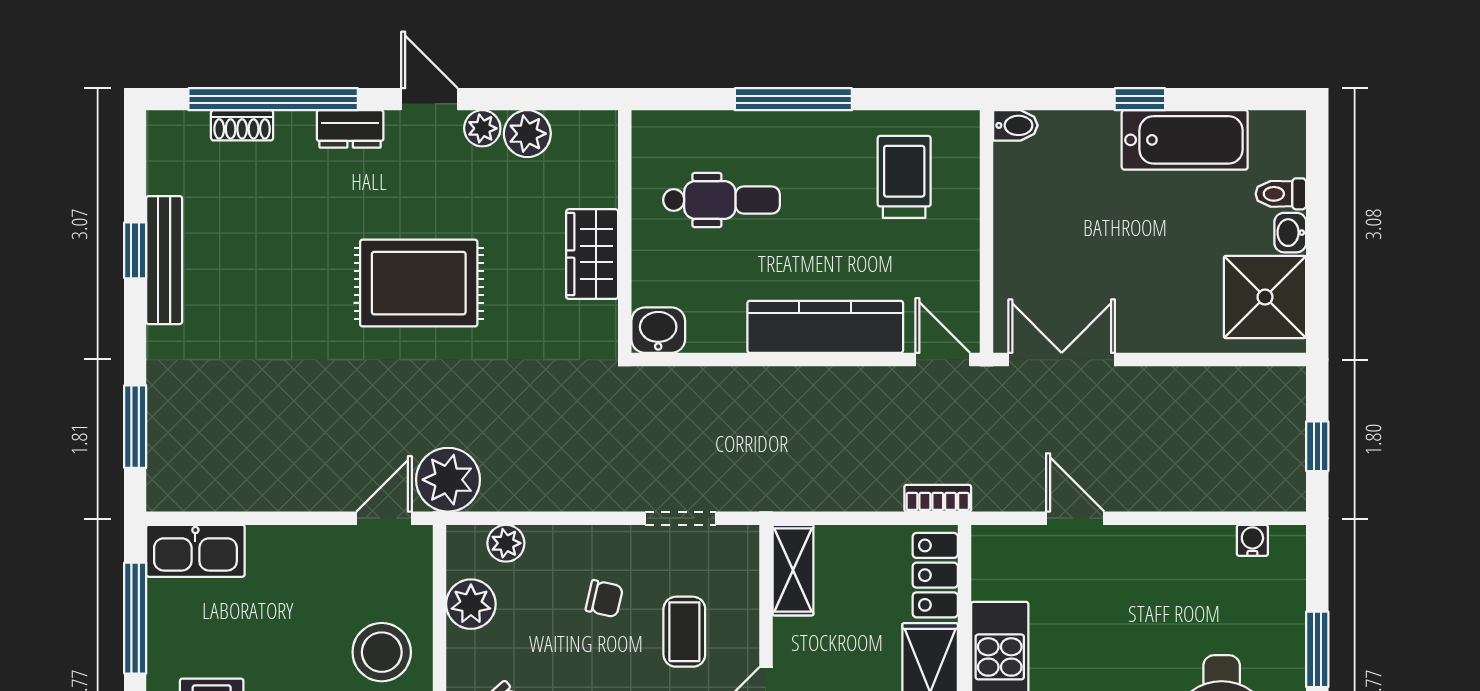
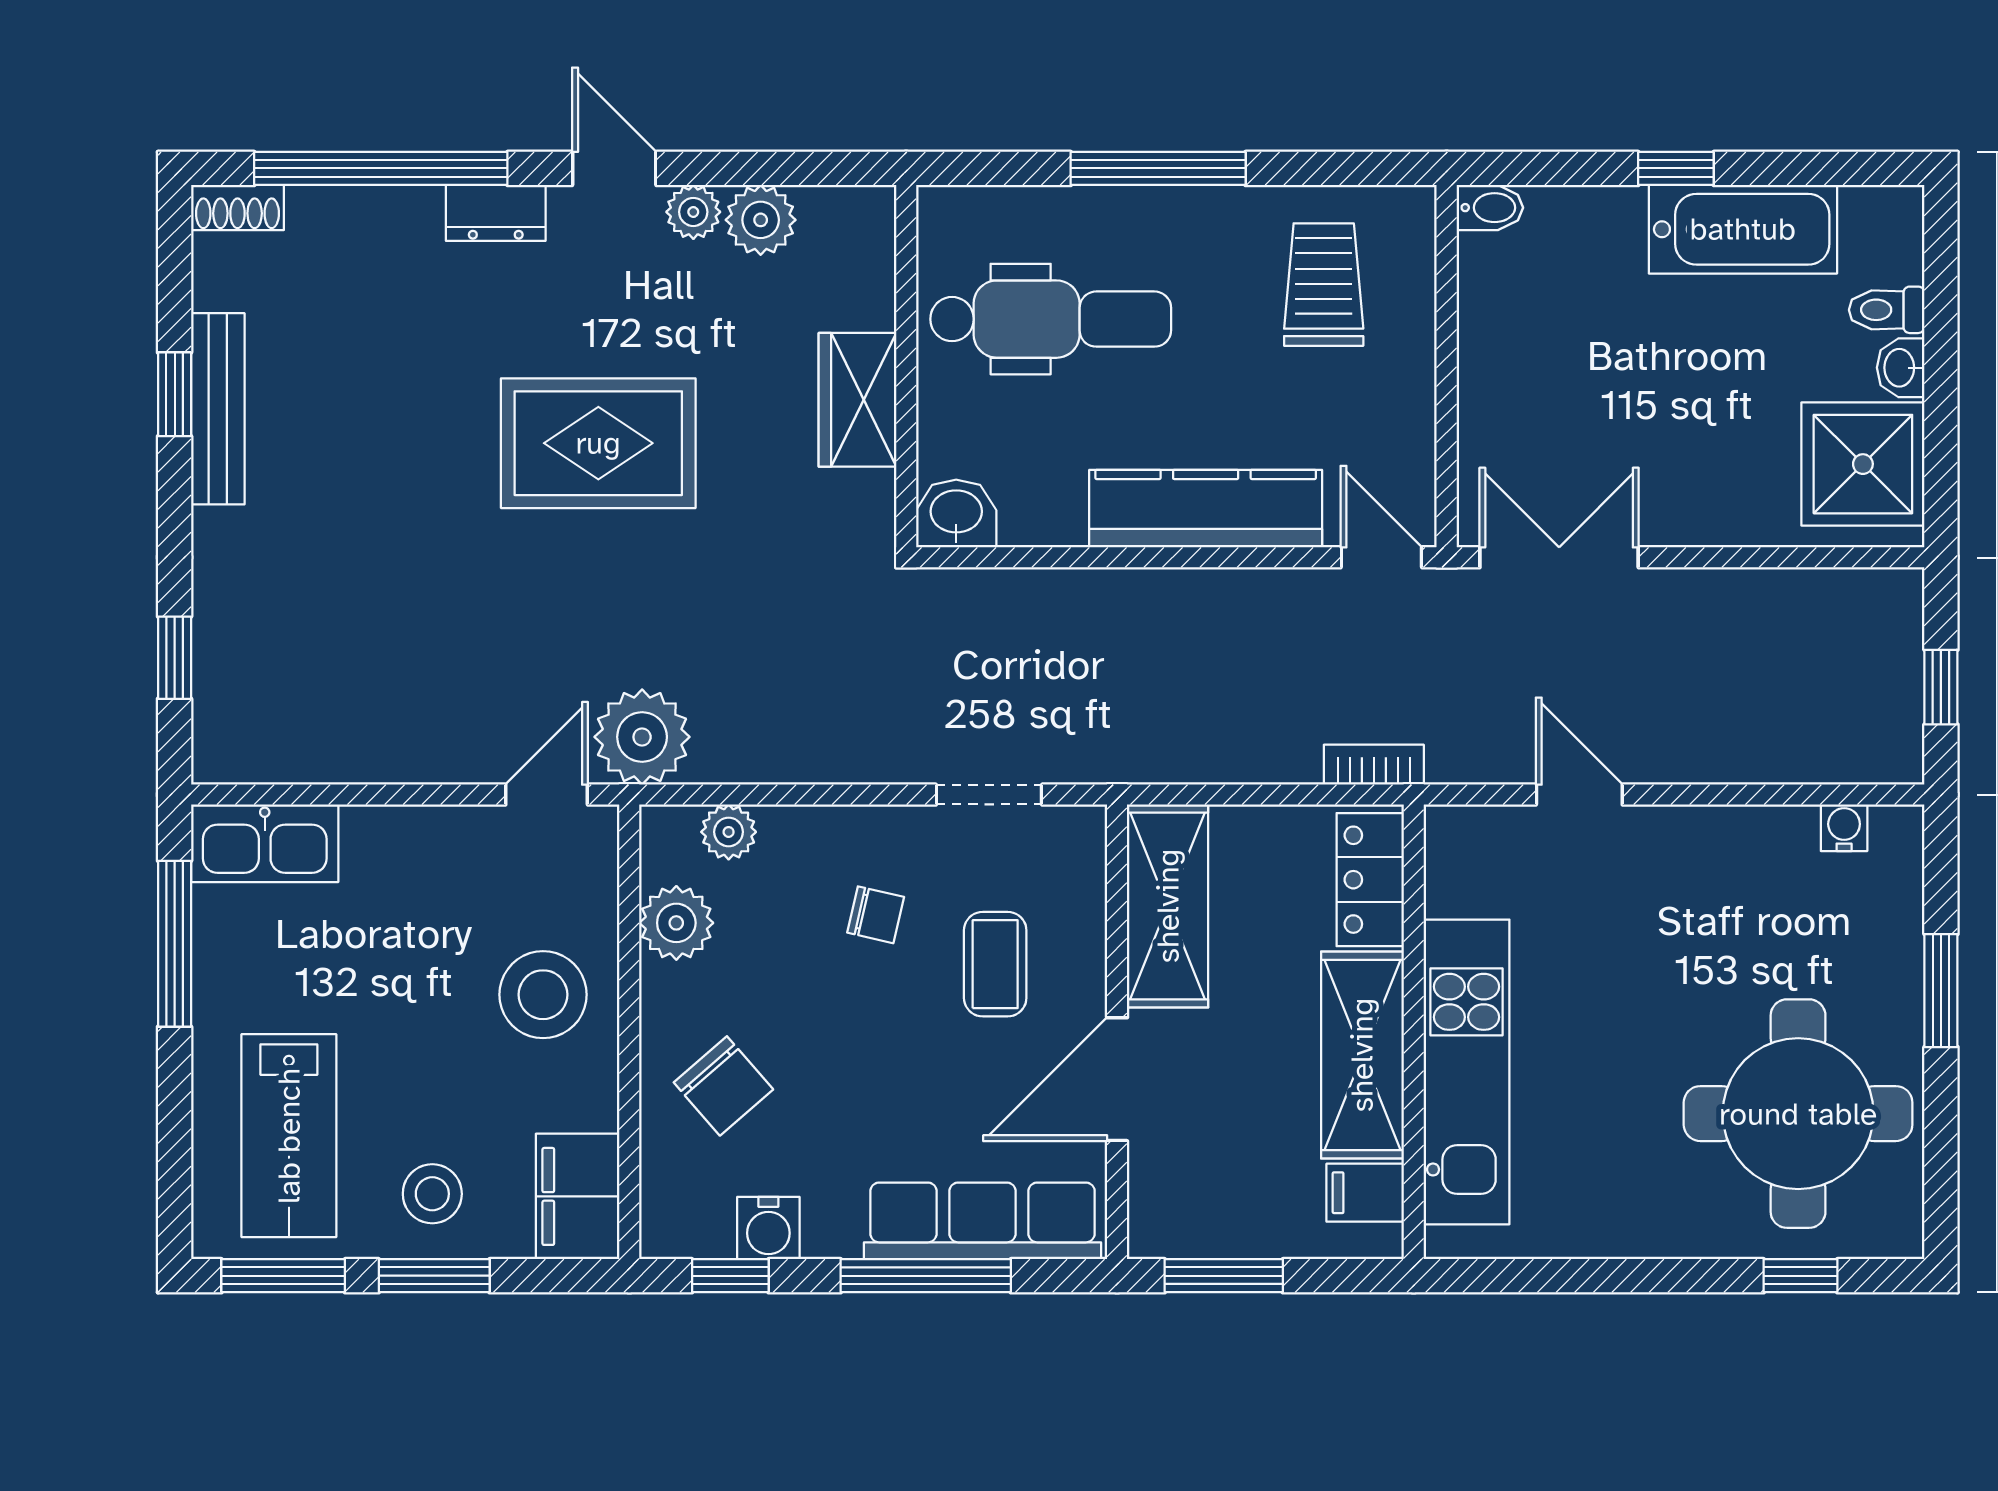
shoe rack: (242, 125) -> (237, 207), moved
dental chair: (721, 200) -> (1051, 319), width x1.36, depth x1.38
window: (135, 427) -> (175, 658), width x0.67
shelving: (793, 570) -> (1168, 906), width x1.50, depth x1.33

